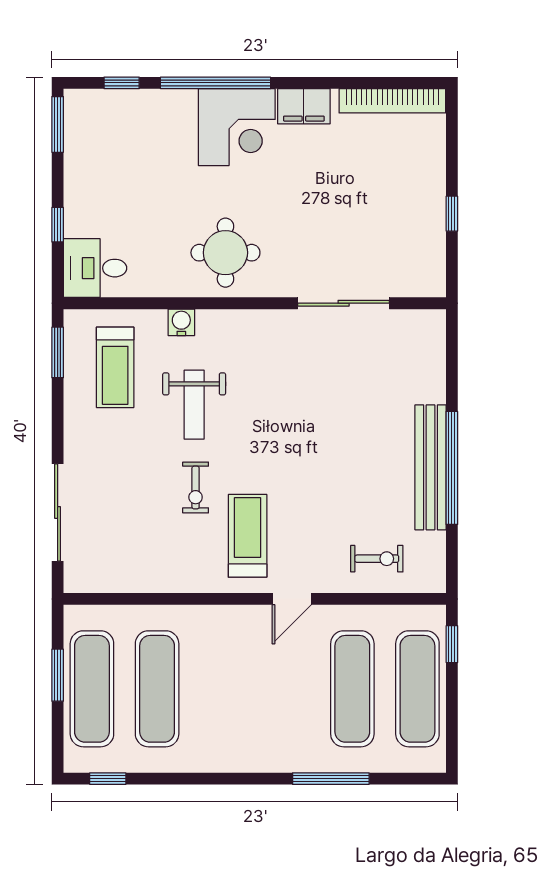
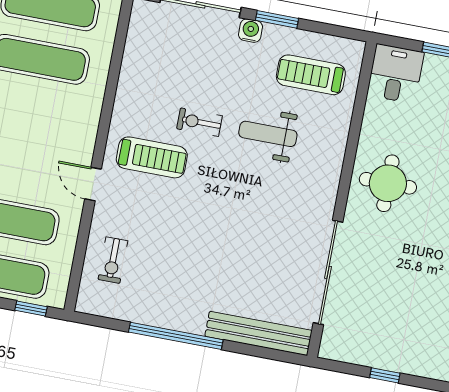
sliding door: (344, 303) -> (328, 272), width x1.36
water cooler: (181, 322) -> (251, 31), moved, turned -90
window: (58, 352) -> (277, 19), moved
bench: (431, 467) -> (258, 333), moved

